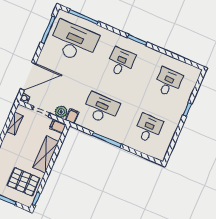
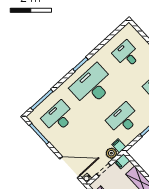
desk: (74, 42) -> (58, 117), width x0.73, depth x0.77
desk: (121, 62) -> (93, 86), width x1.87, depth x1.30
door: (28, 76) -> (70, 167), hinge flipped

